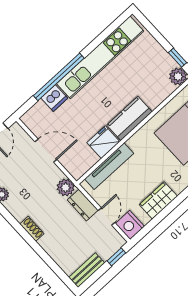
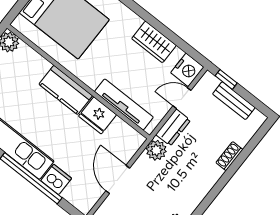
shoe rack: (32, 229) -> (229, 156), moved
bench: (87, 270) -> (234, 101), moved

